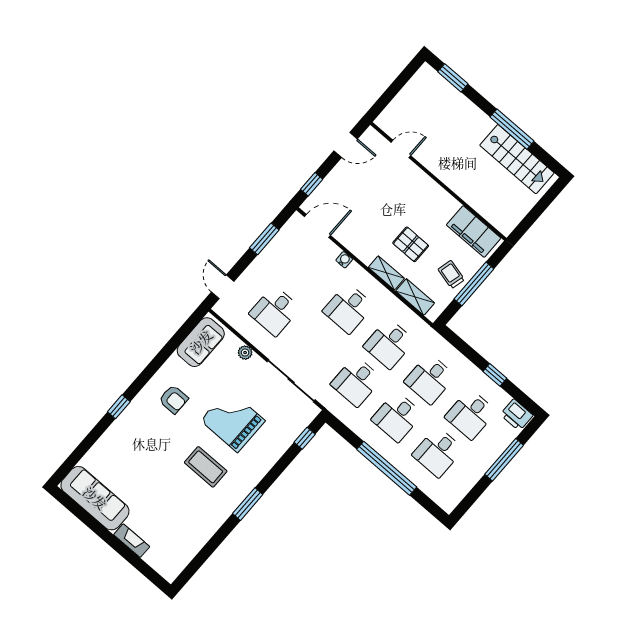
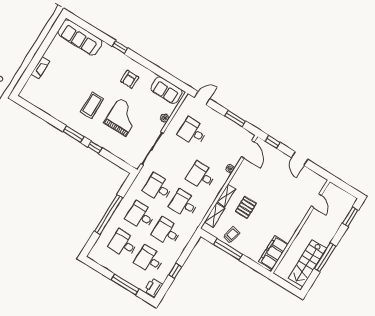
door: (401, 149) -> (316, 201), moved
wall: (438, 181) -> (300, 227), moved
filing cabinet: (474, 232) -> (274, 253), moved
window: (305, 438) -> (95, 147), moved
sofa: (95, 498) -> (80, 37), moved, turned 90

